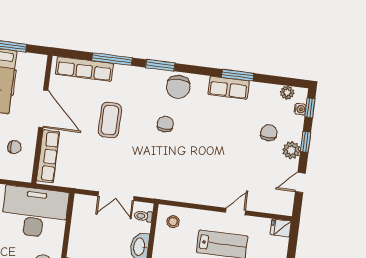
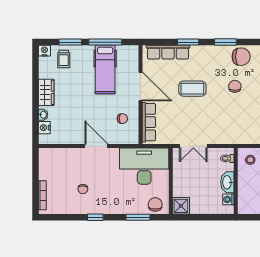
window: (112, 59) -> (188, 42), width x0.69
chair: (178, 87) -> (241, 57), turned -90
coffee table: (110, 120) -> (192, 89), turned 90
double door: (116, 196) -> (193, 146), moved

